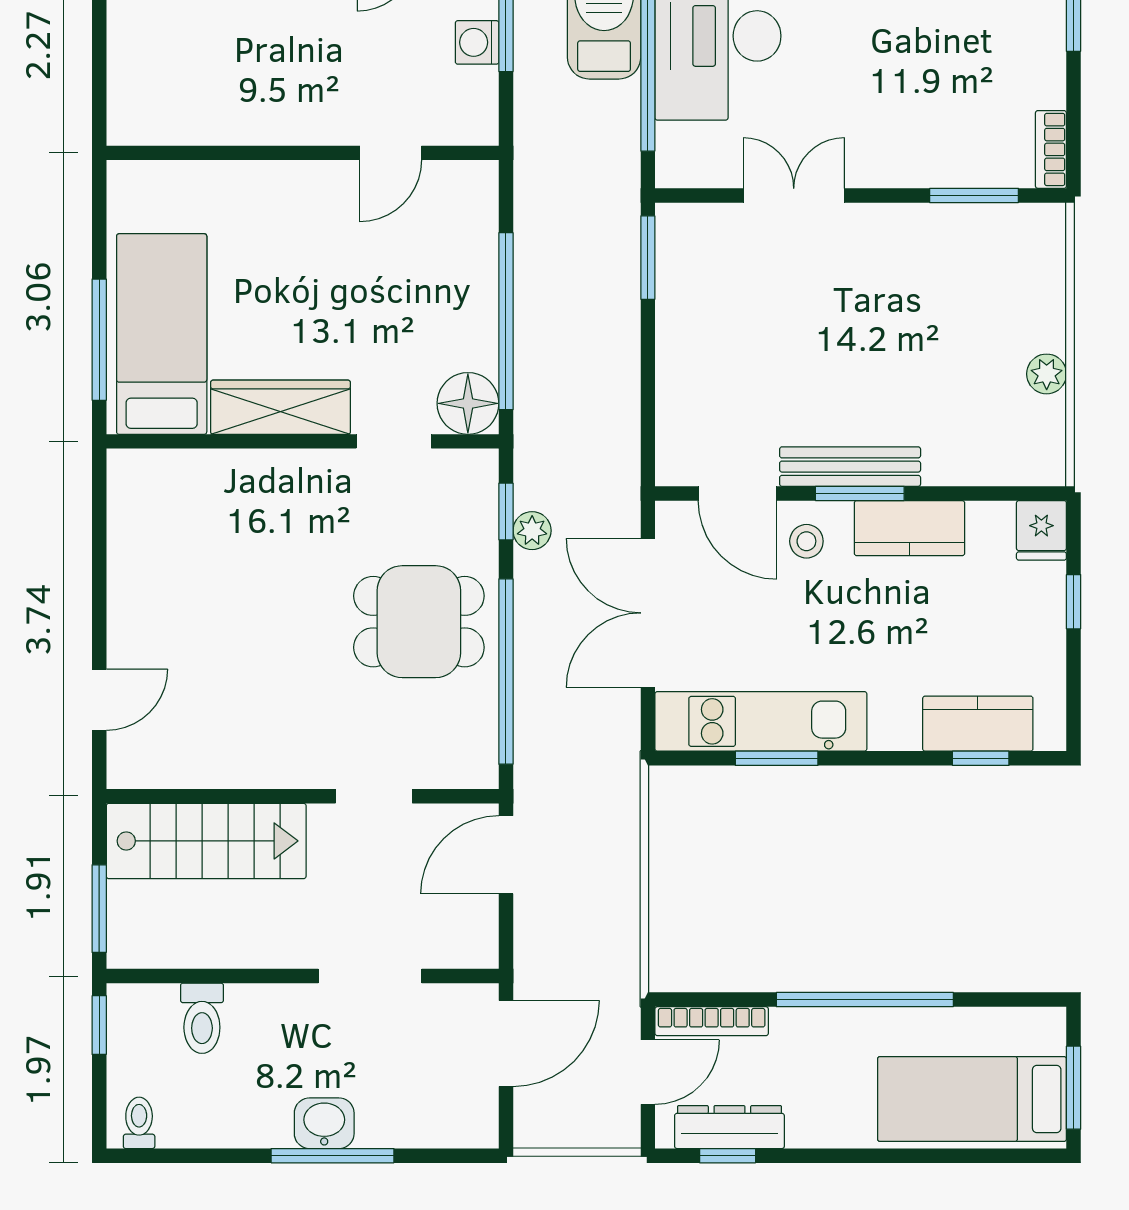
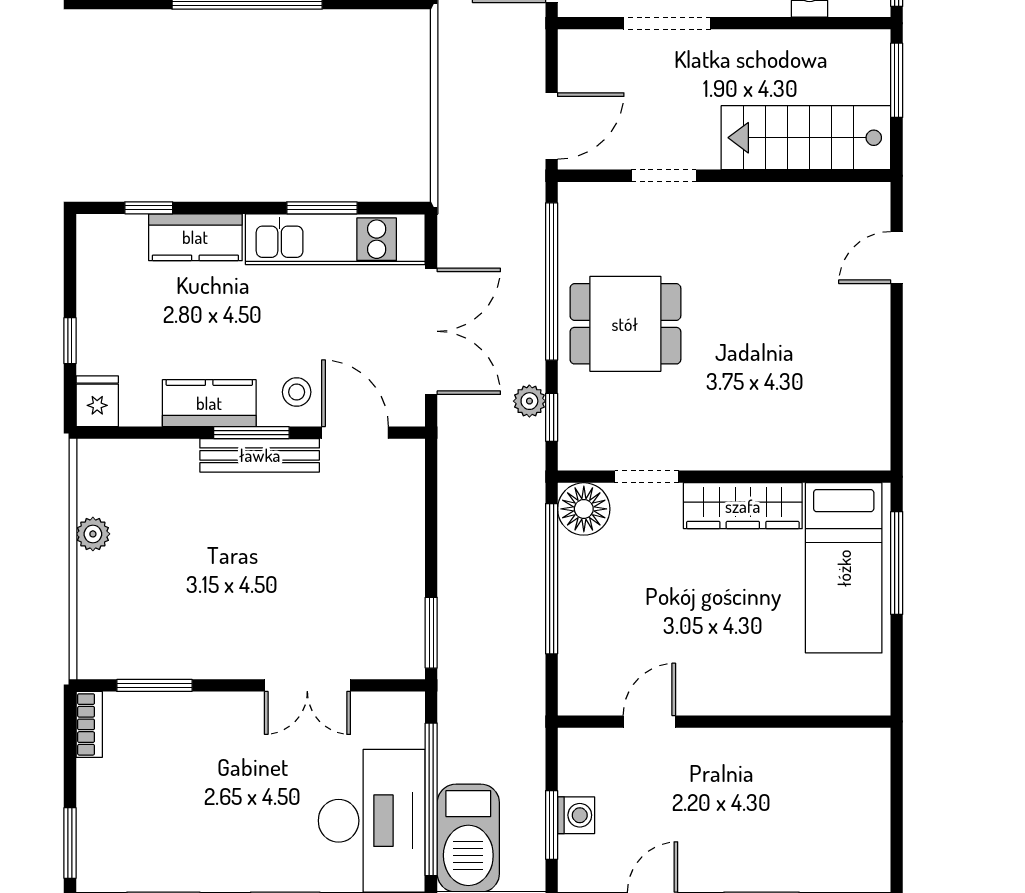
kitchen counter: (978, 724) -> (195, 237), moved

